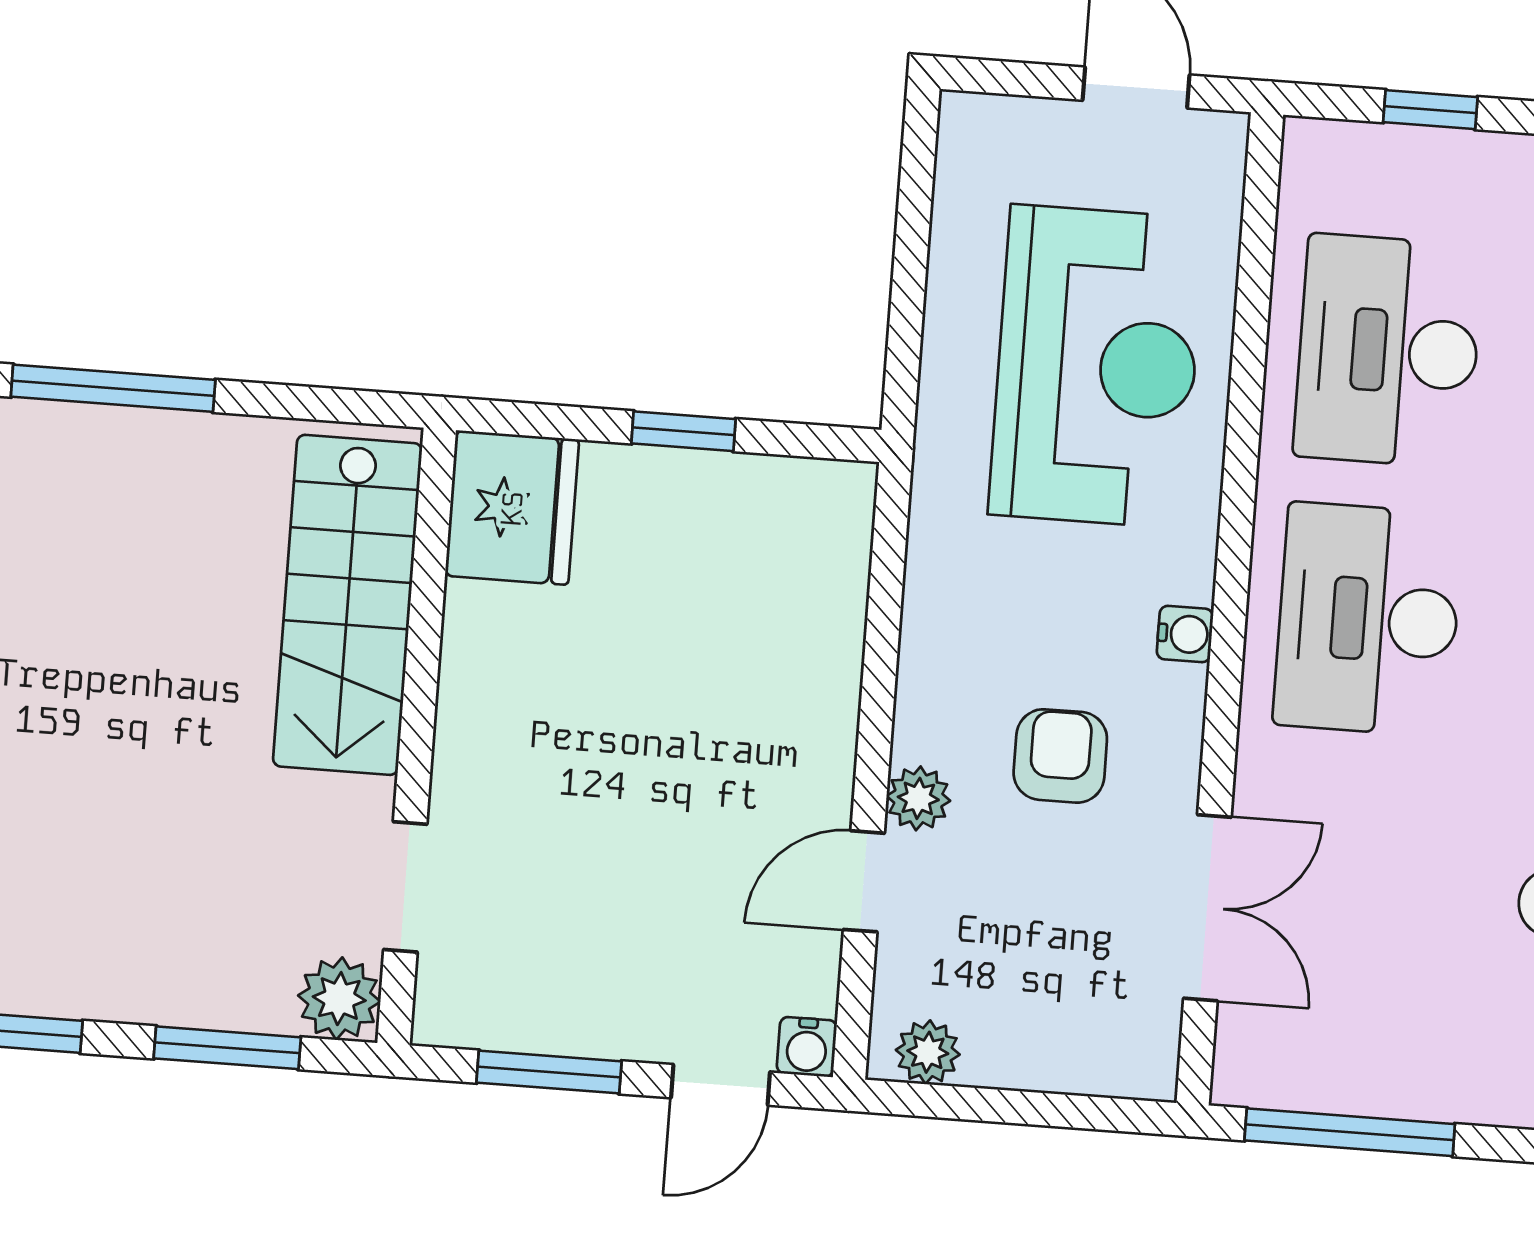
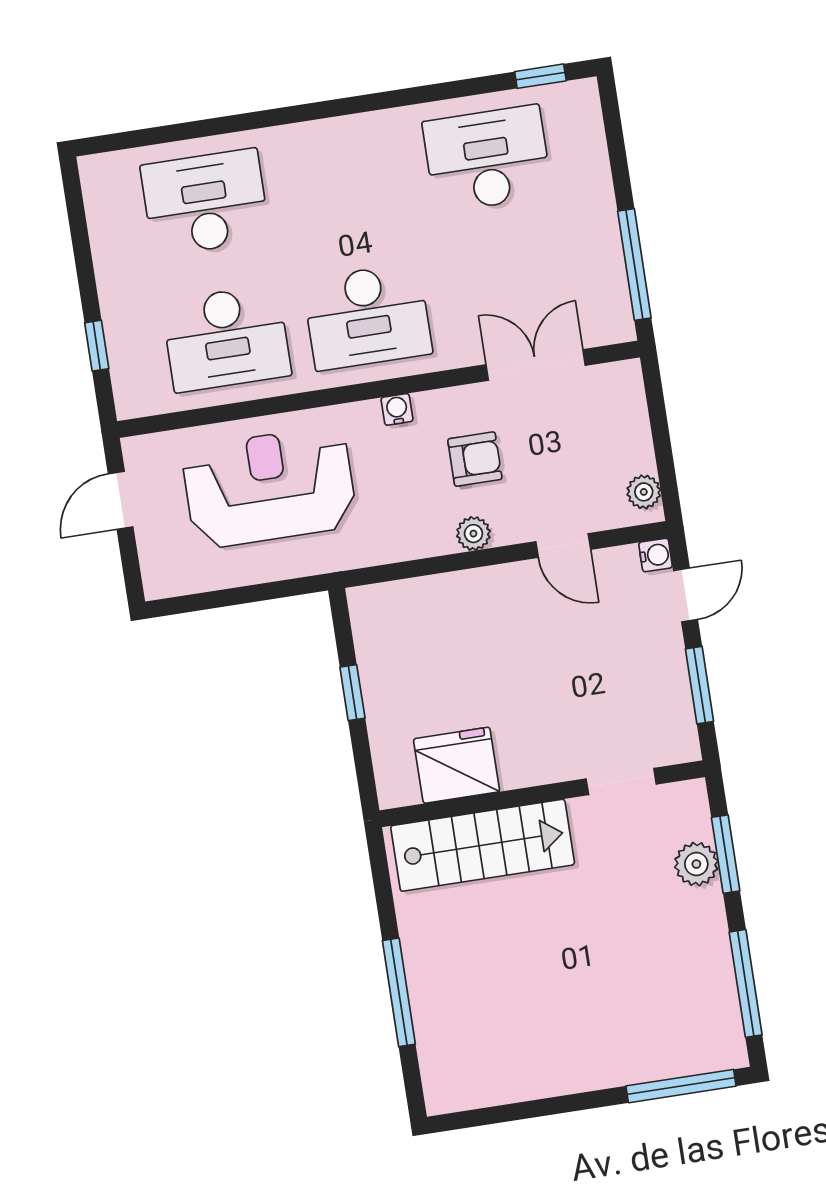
fridge: (512, 508) -> (457, 765), moved
armchair: (1060, 756) -> (475, 459), turned 180
plant: (918, 798) -> (473, 534), moved
plant: (339, 999) -> (696, 864), moved
door: (721, 1085) -> (686, 595), hinge flipped

